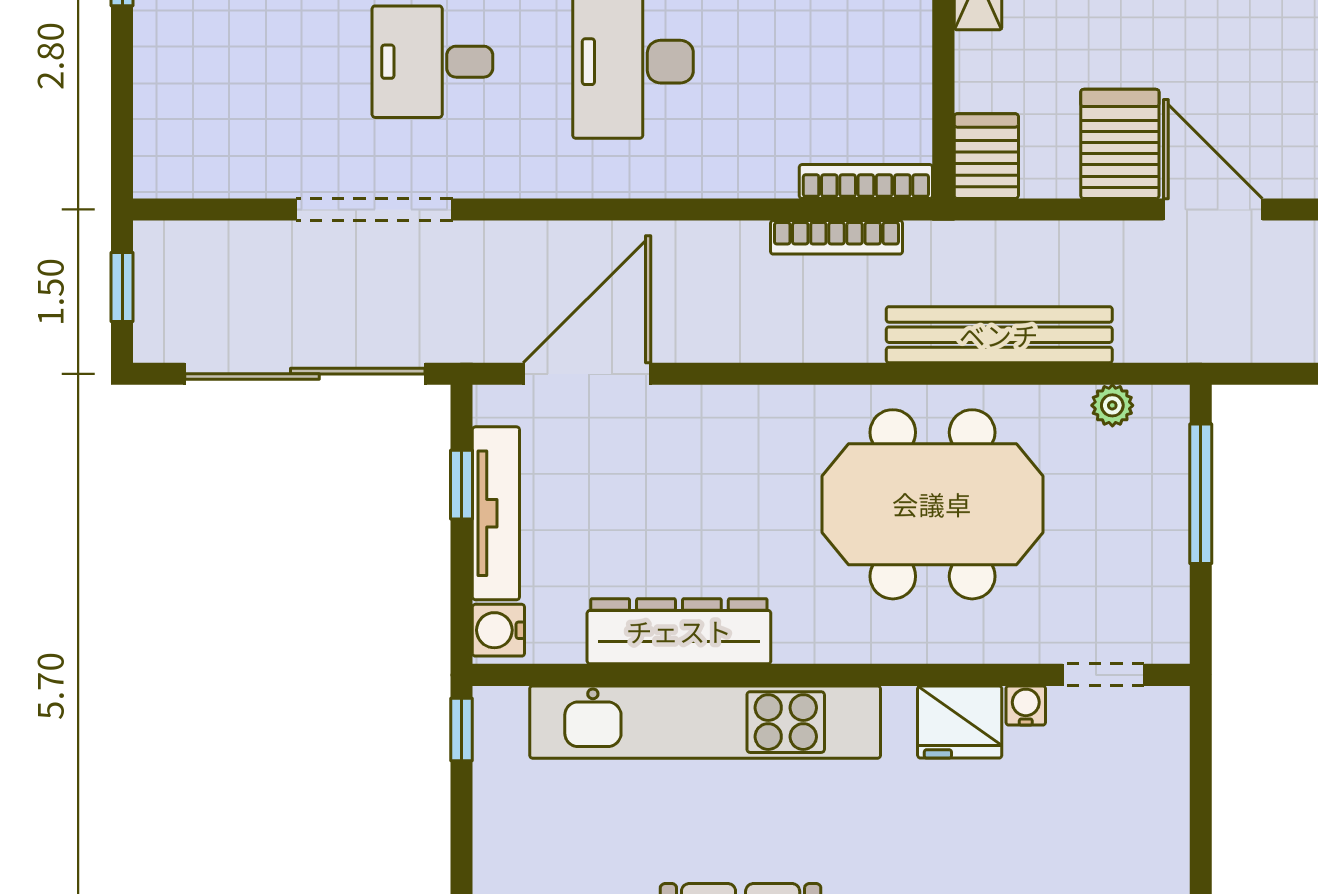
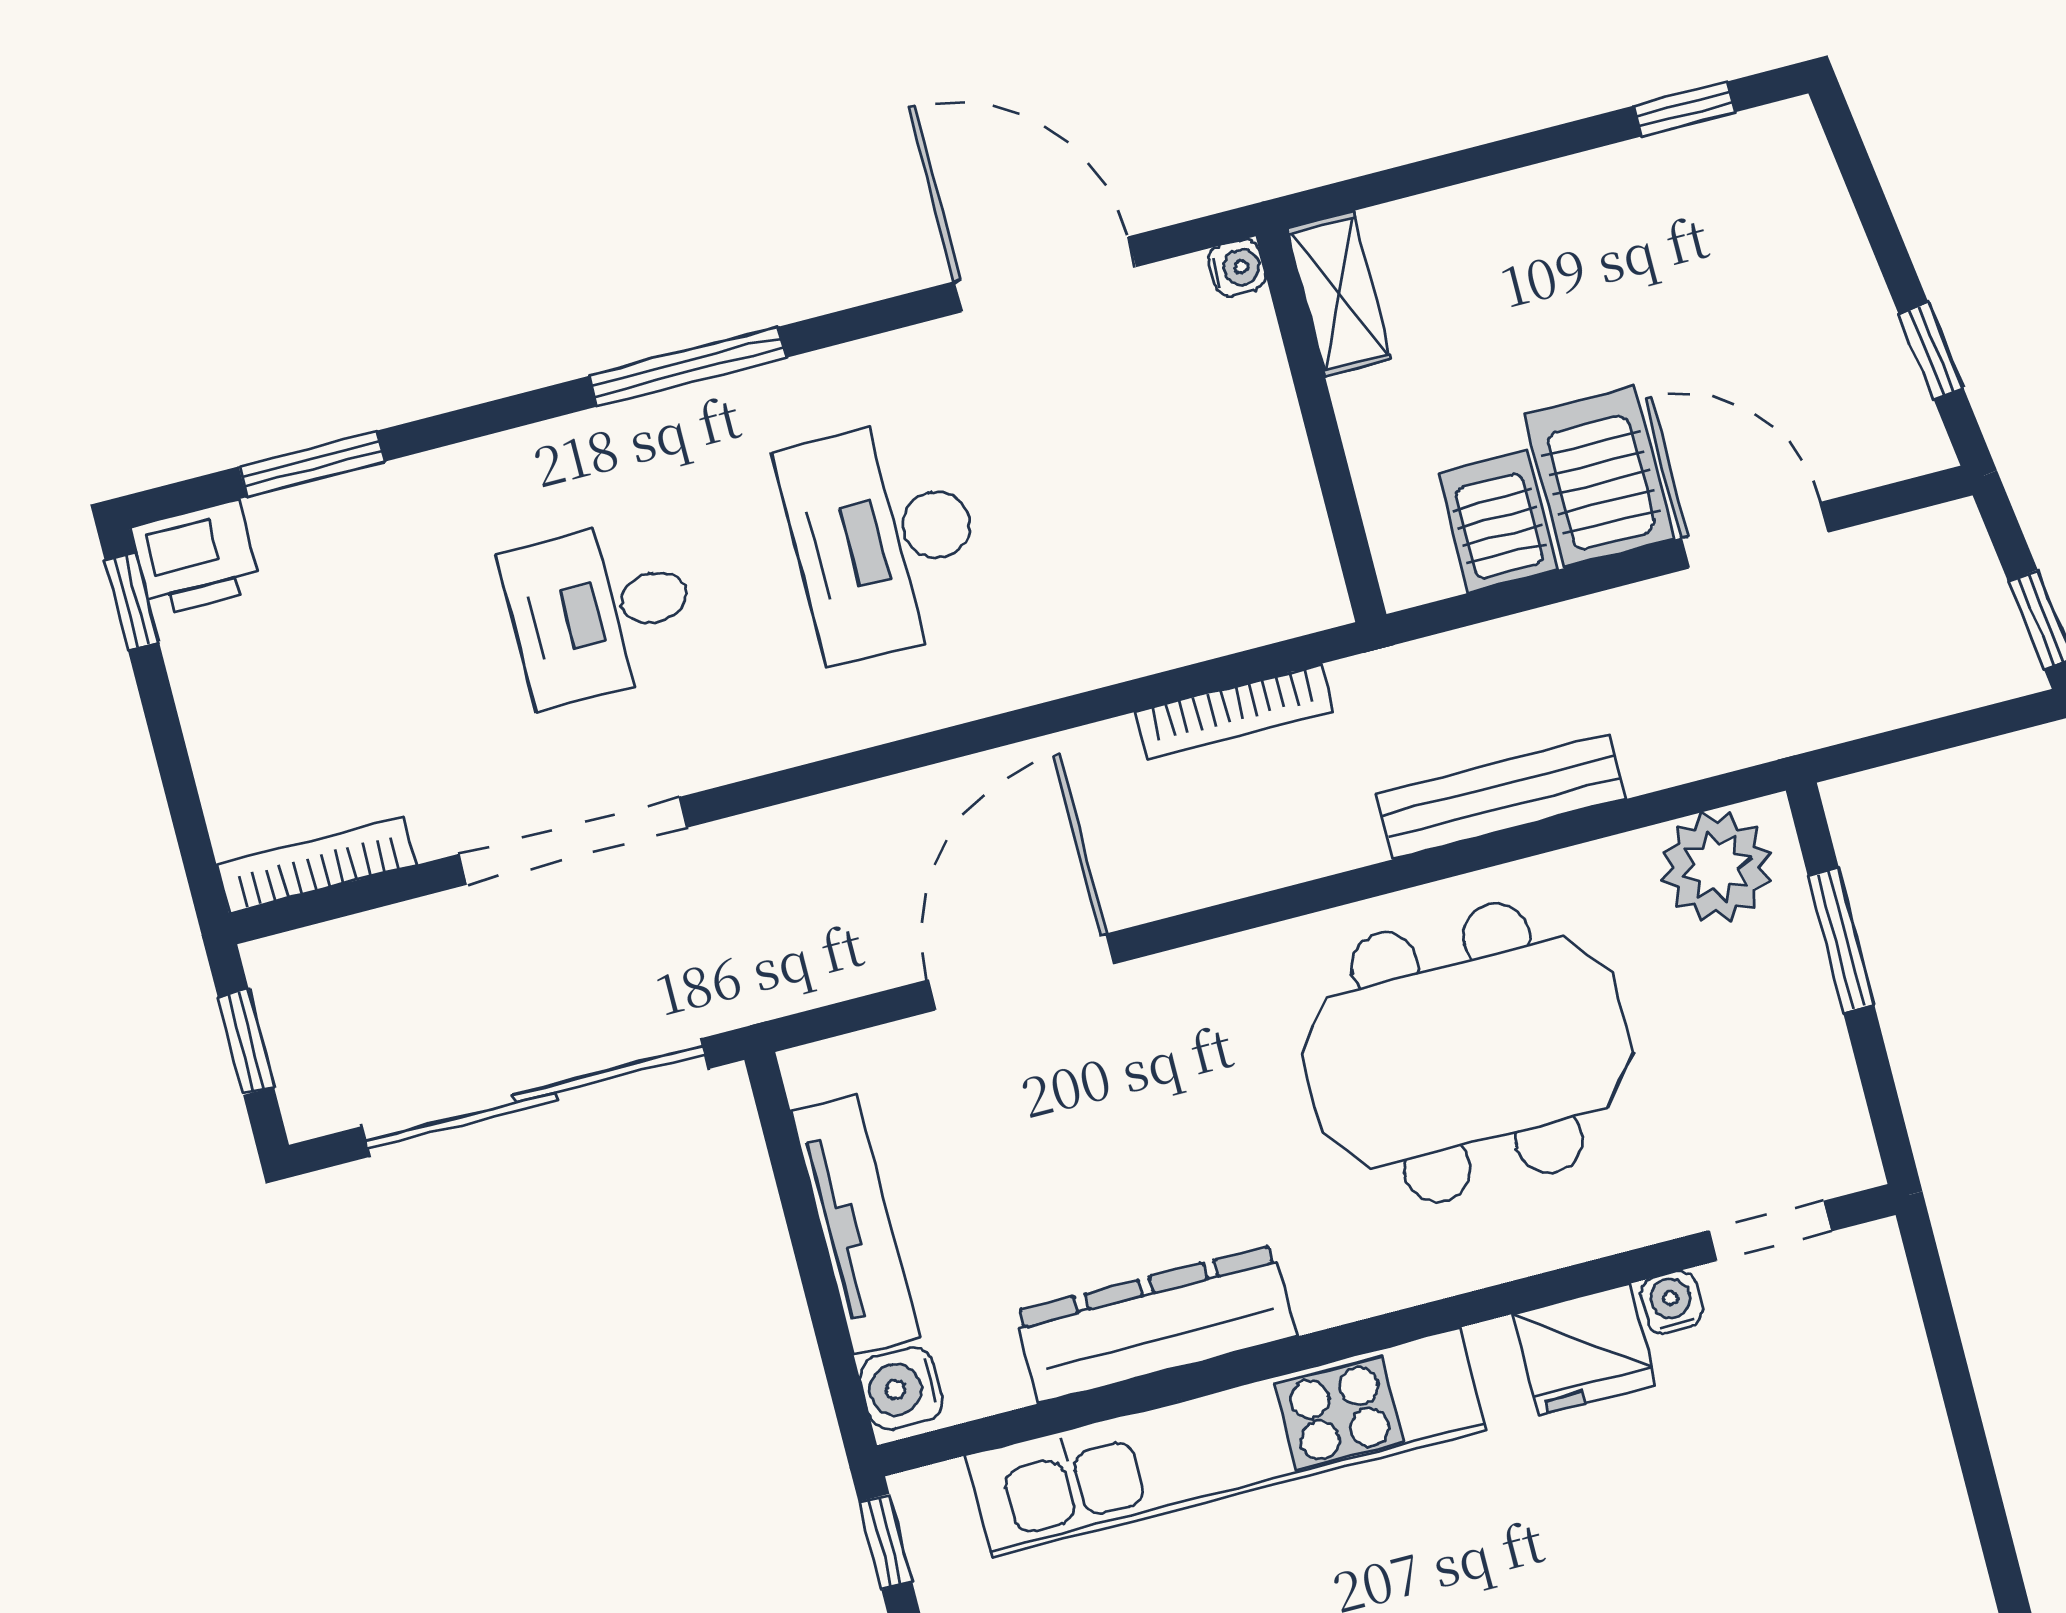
server rack: (986, 156) -> (1498, 521), moved
bookcase: (866, 182) -> (317, 865), moved
bench: (999, 335) -> (1501, 797), width x0.73, depth x0.82
door: (587, 374) -> (1021, 972), moved
plant: (1112, 405) -> (1716, 867), width x1.88, depth x1.88
window: (462, 485) -> (796, 1197), removed
window: (1201, 494) -> (1841, 940), width x0.69

